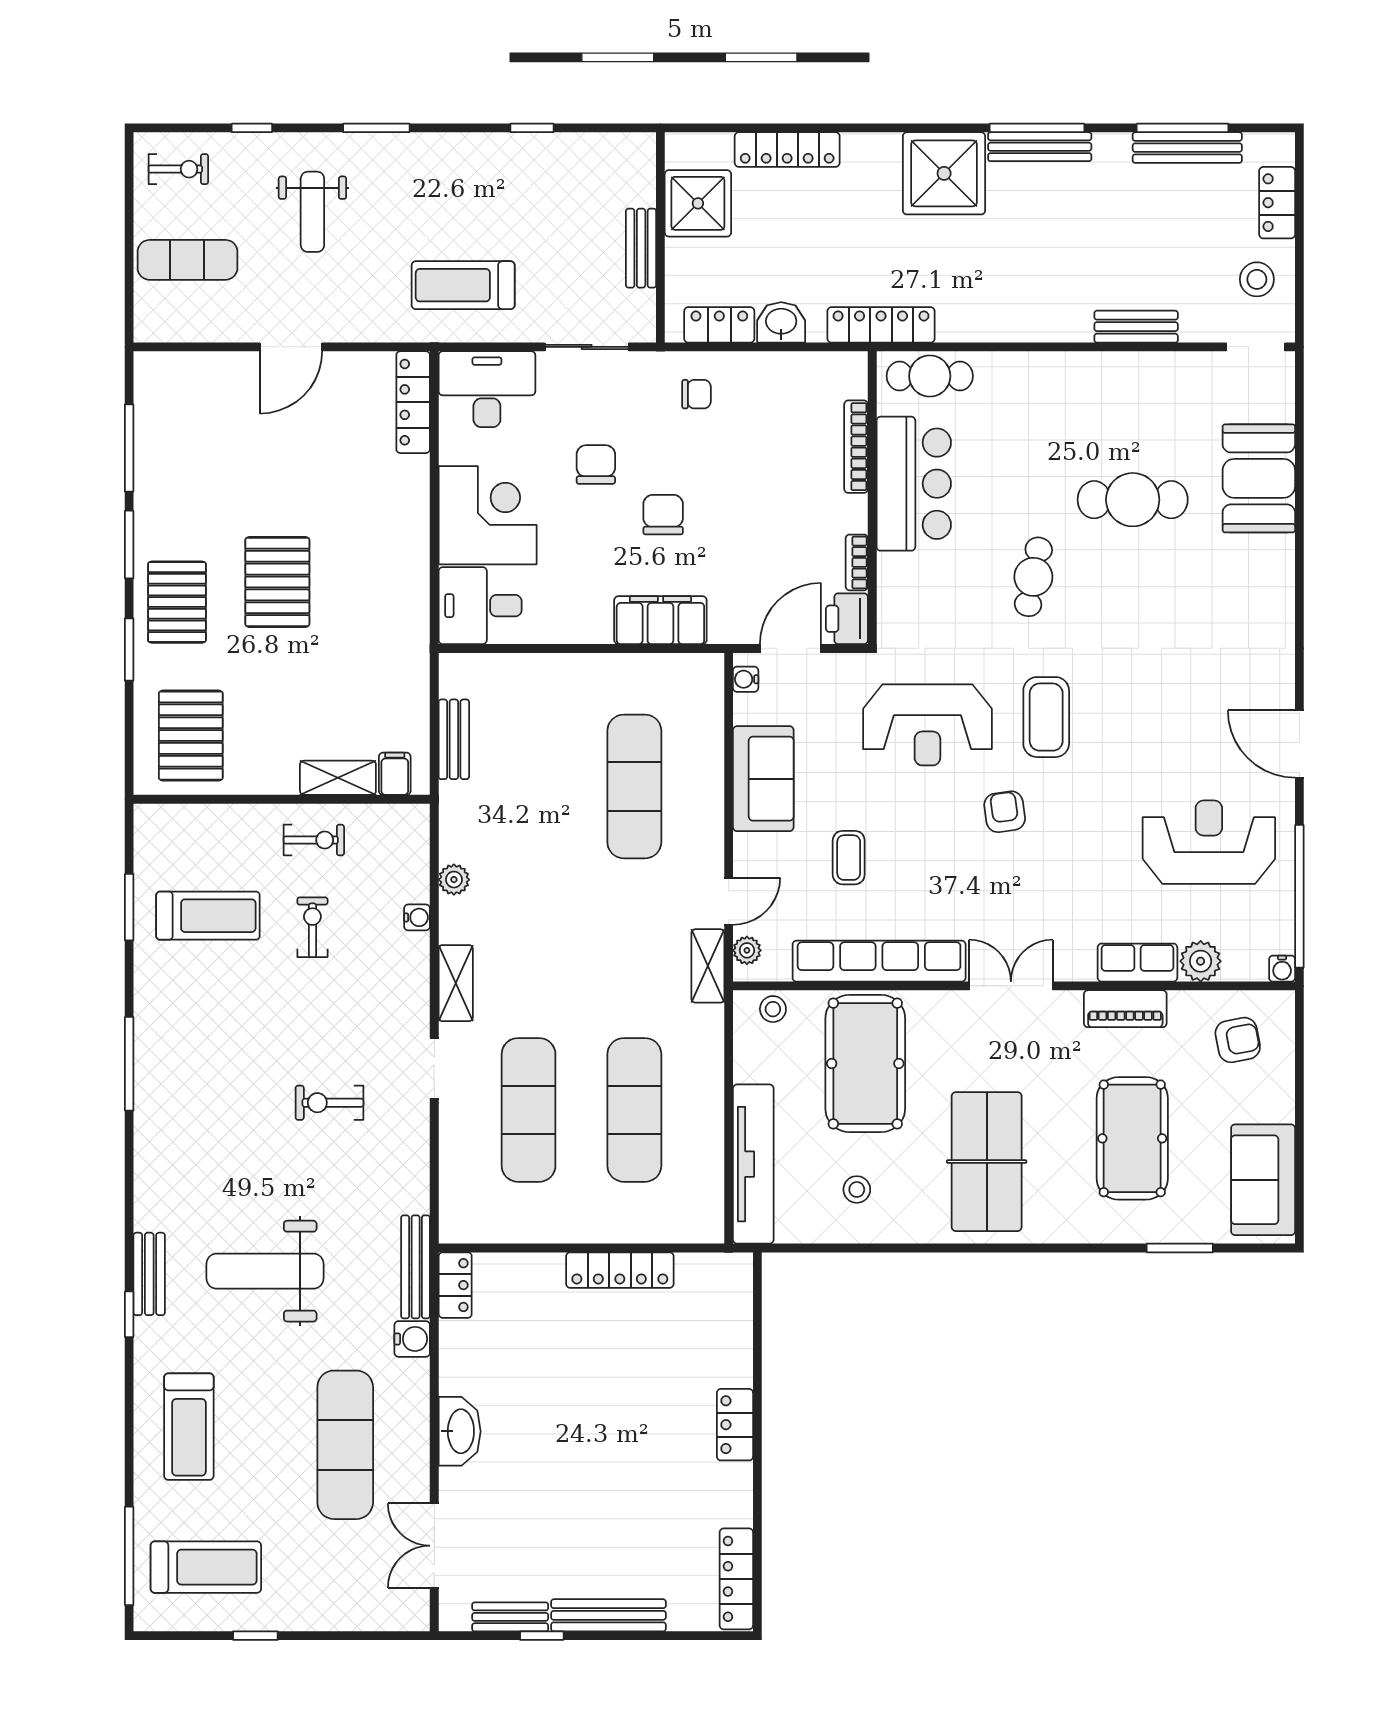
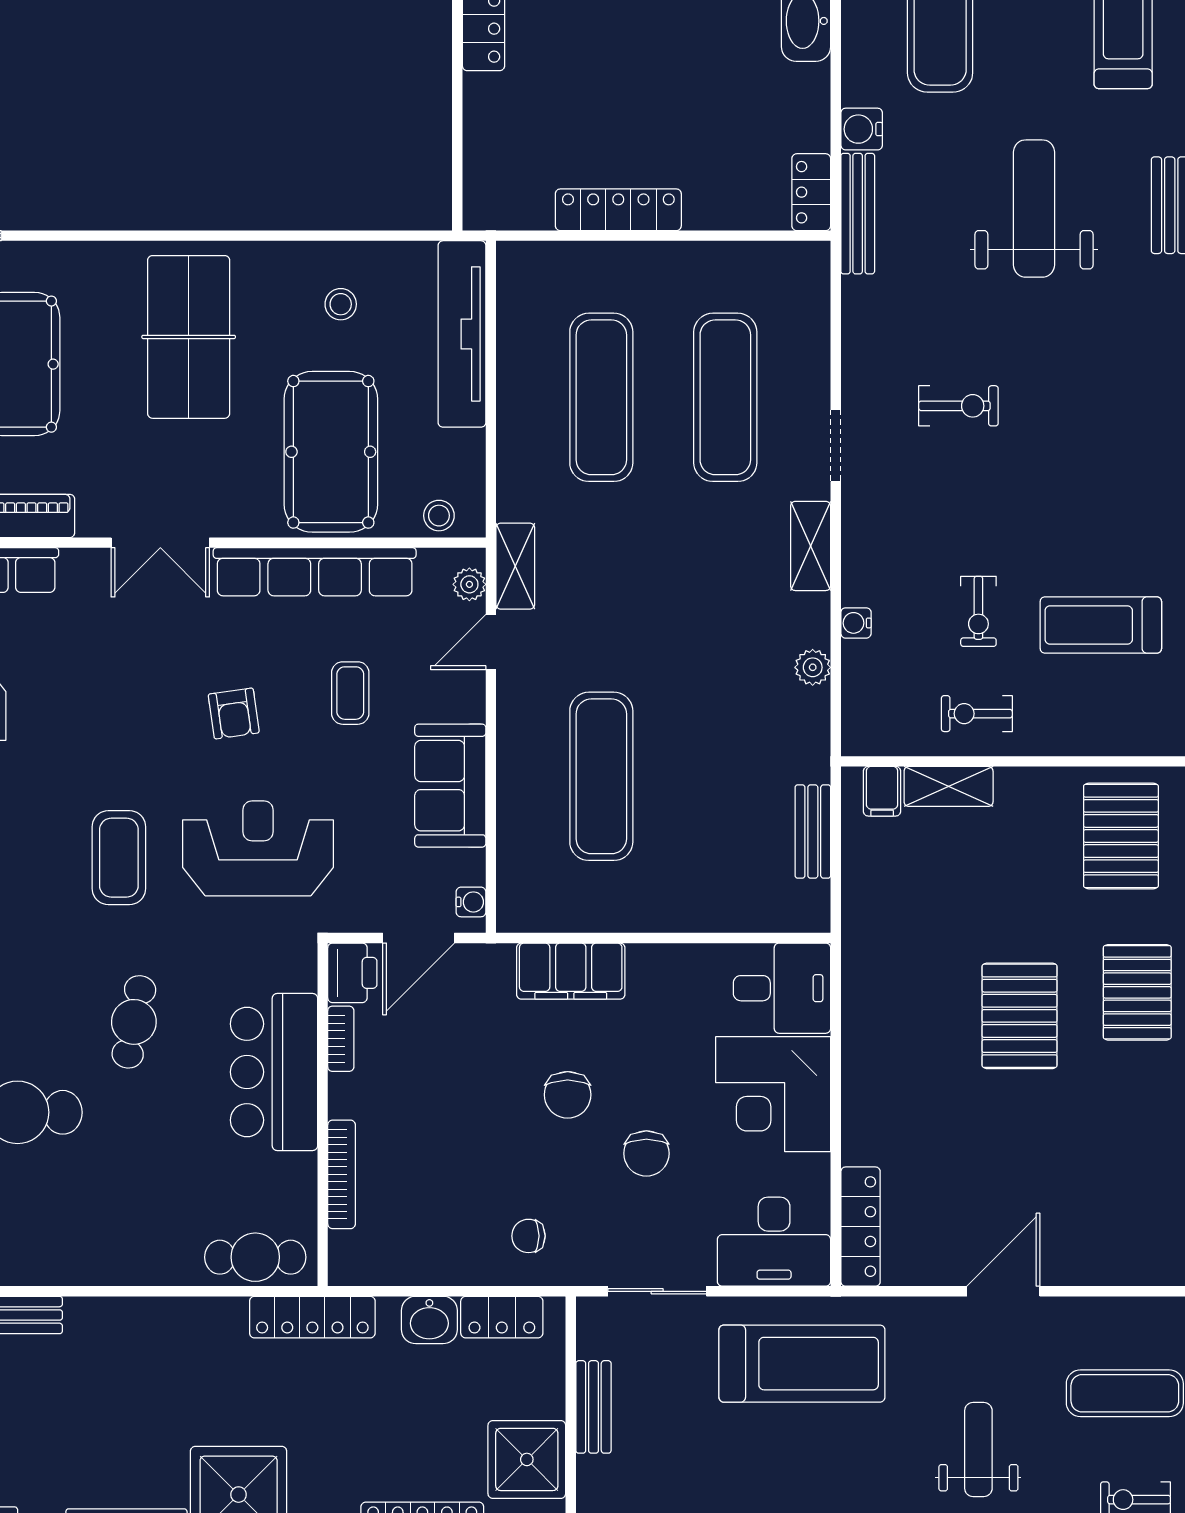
treadmill: (463, 285) -> (802, 1364), width x1.37, depth x1.38
bar counter: (914, 484) -> (274, 1072), moved
armchair: (1005, 812) -> (234, 713), moved
weight bench: (265, 1271) -> (1034, 209), turned -90

